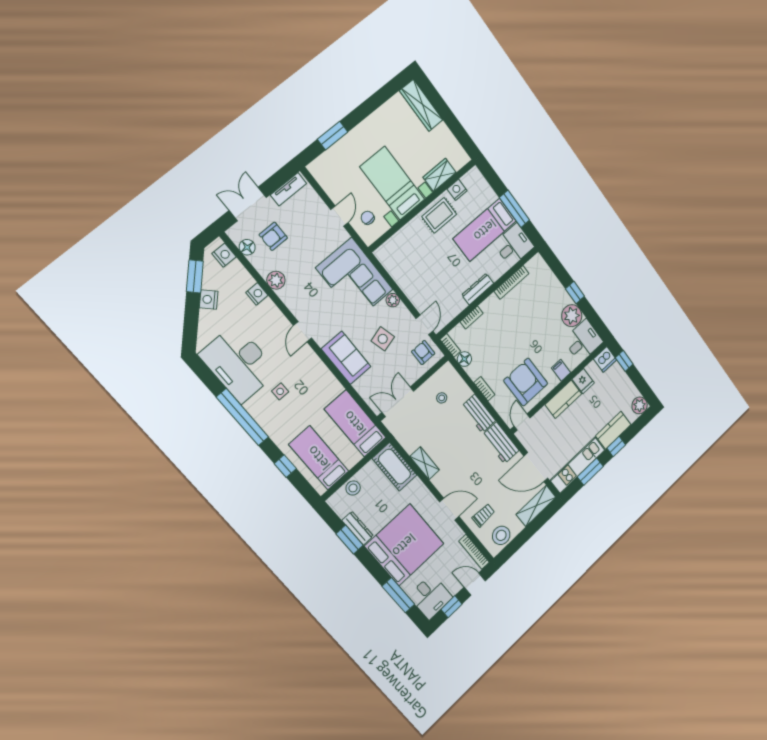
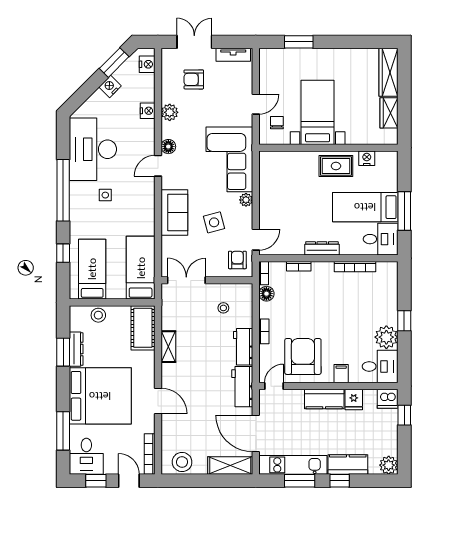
wardrobe: (440, 175) -> (389, 113), moved, turned -90
floor lamp: (247, 247) -> (168, 147), moved
trolley: (483, 515) -> (181, 432), removed

